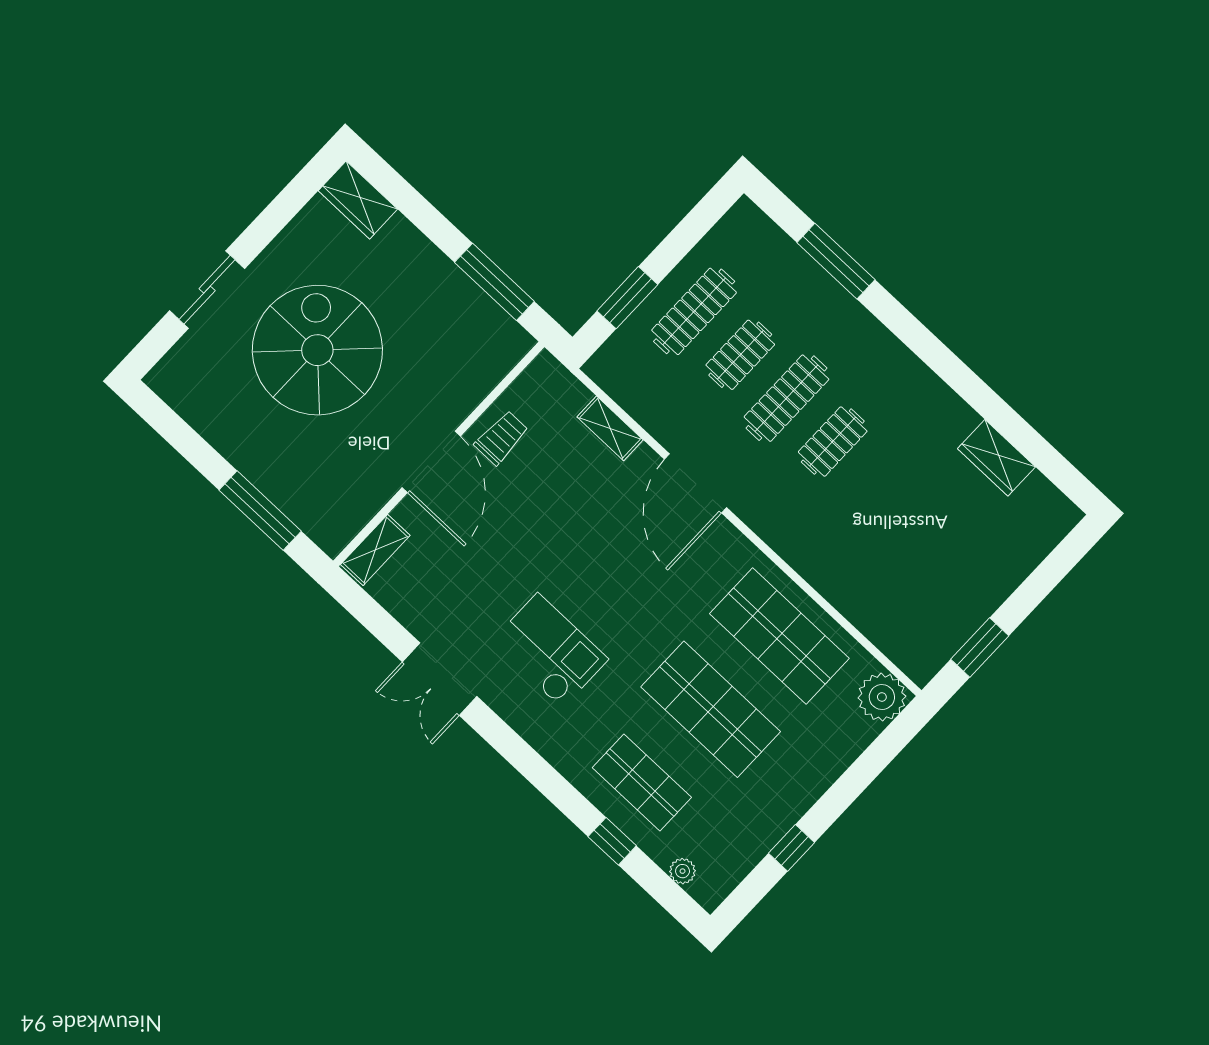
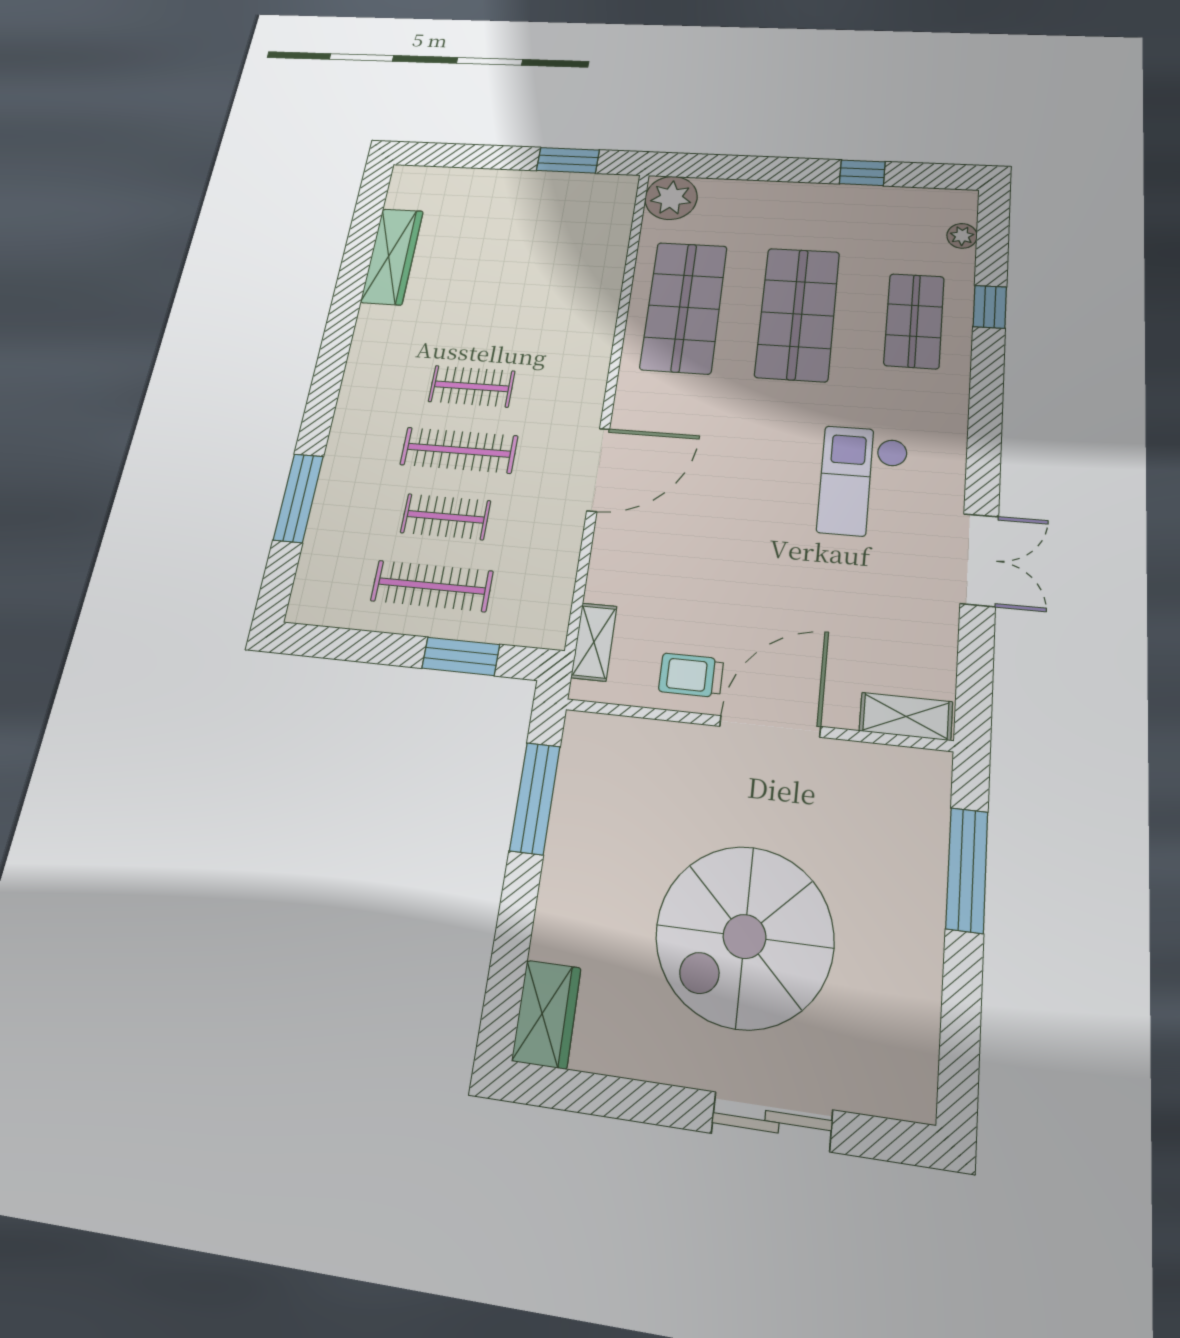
shelving: (610, 428) -> (594, 642), moved
wardrobe: (996, 458) -> (392, 256), width x1.50

